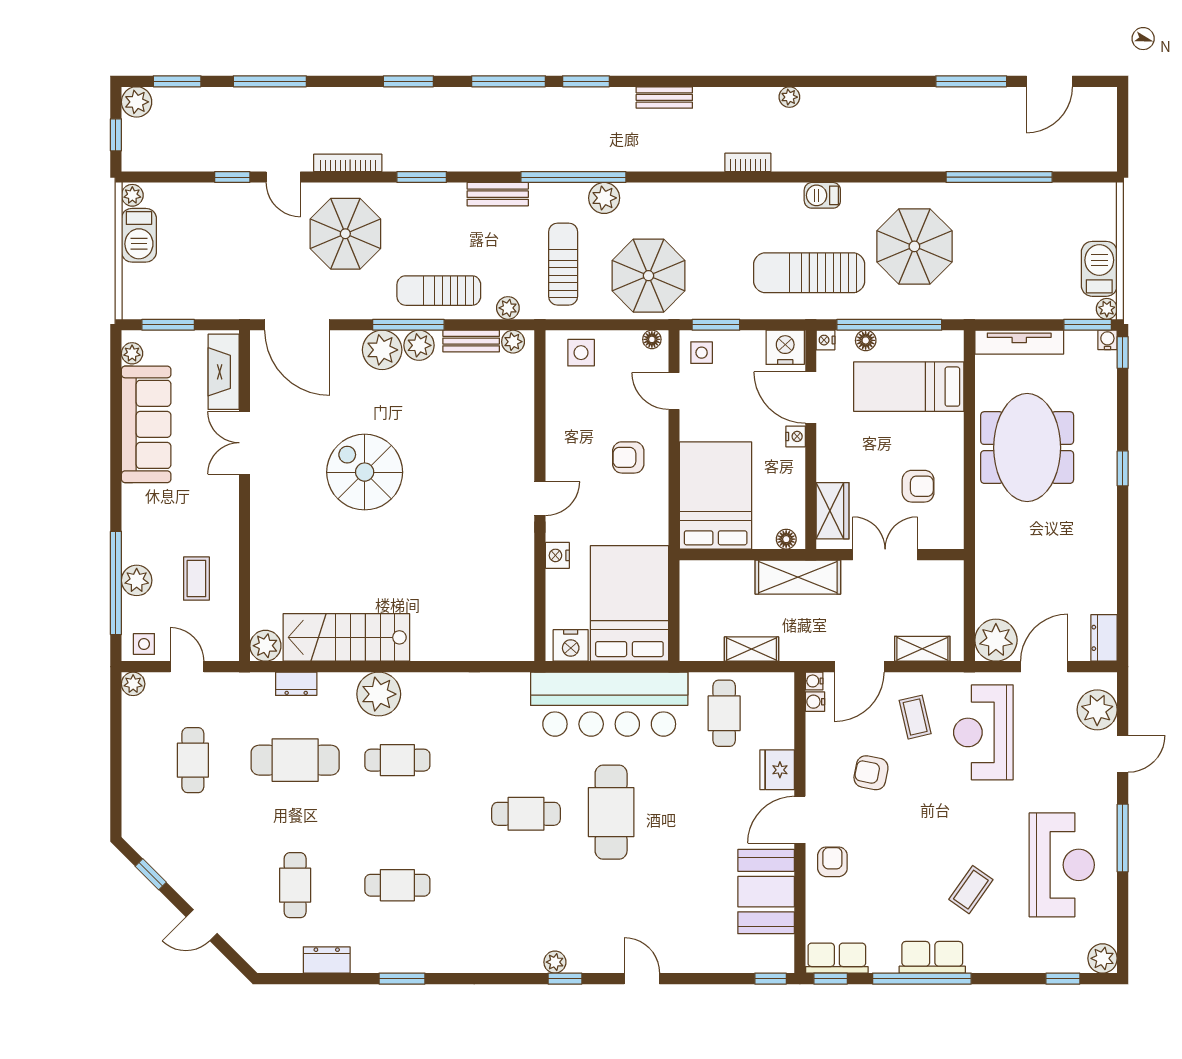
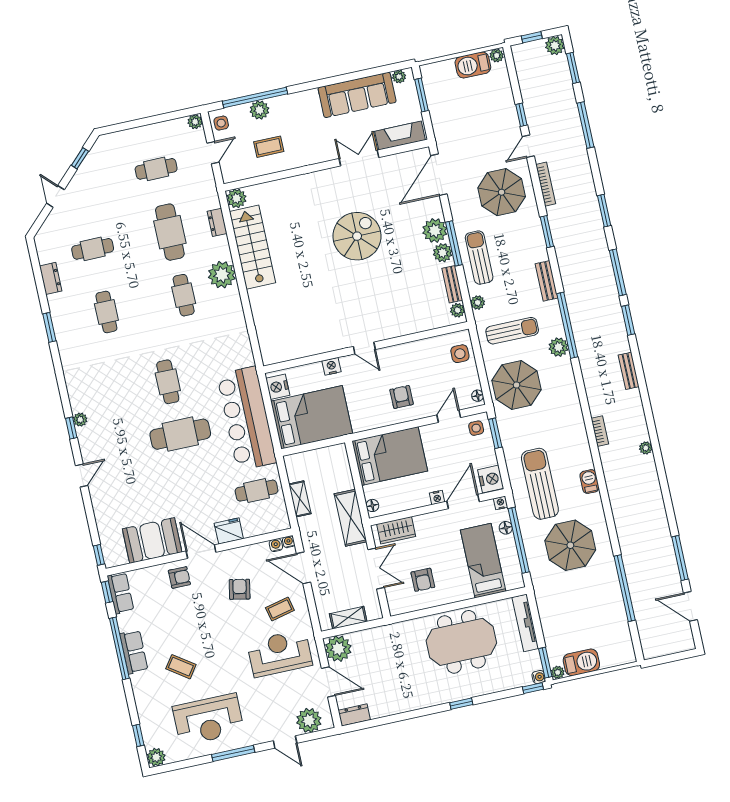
shelving: (922, 649) -> (348, 618), moved, turned 90

